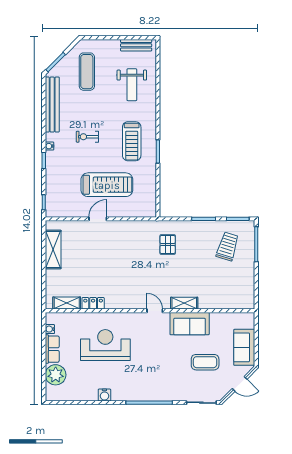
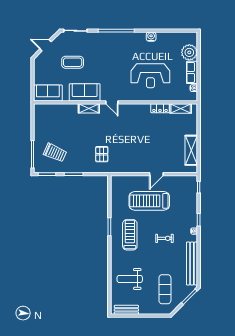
weight bench: (132, 85) -> (130, 279), turned -90
trolley: (227, 246) -> (55, 153), turned -83
sofa: (244, 347) -> (48, 93), moved, turned -90

